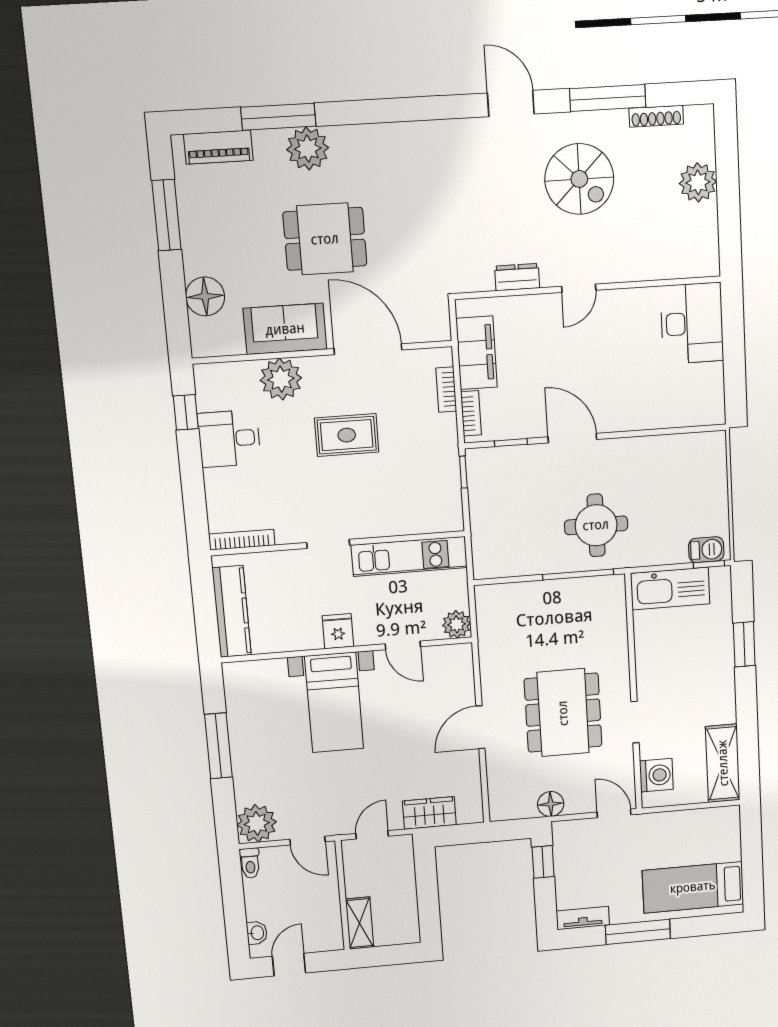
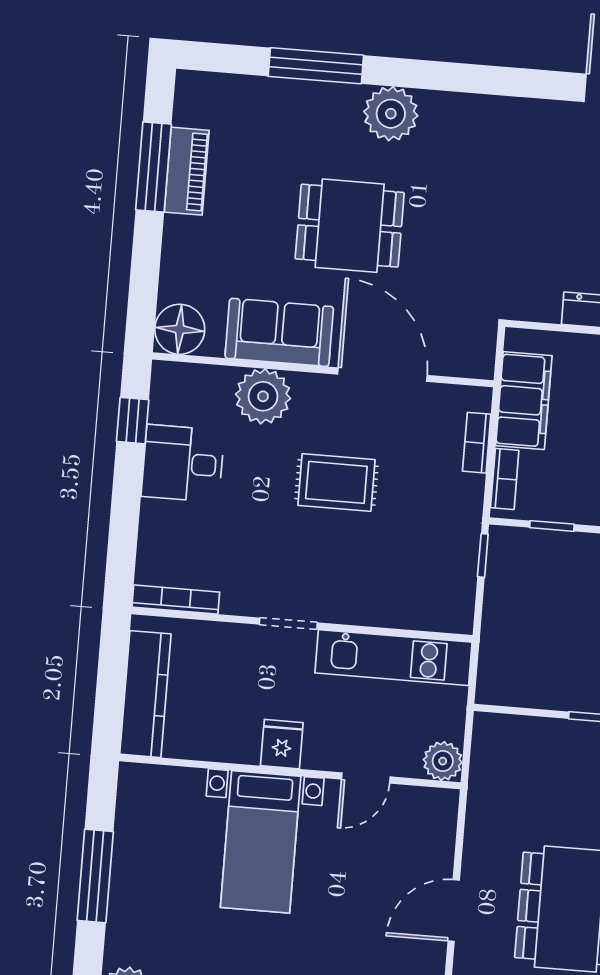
piano: (218, 147) -> (187, 171), moved, turned -90
plant: (308, 149) -> (391, 114), moved
floor lamp: (205, 296) -> (180, 329), moved
door: (403, 645) -> (366, 778), hinge flipped

